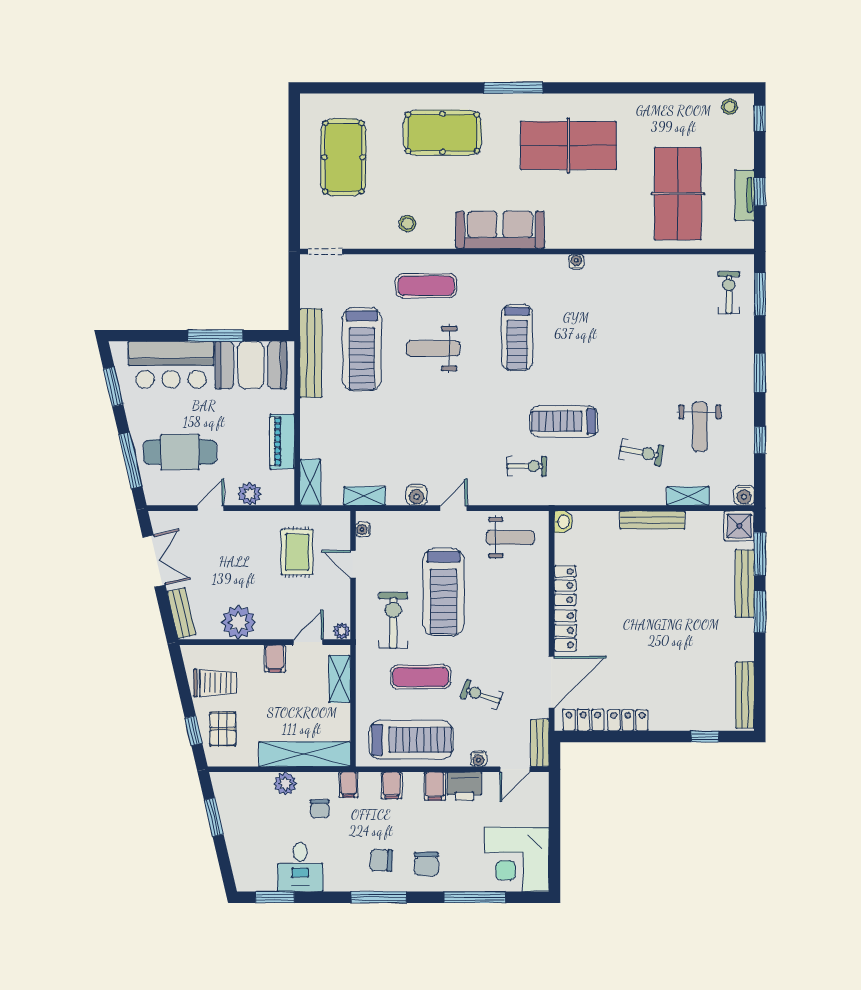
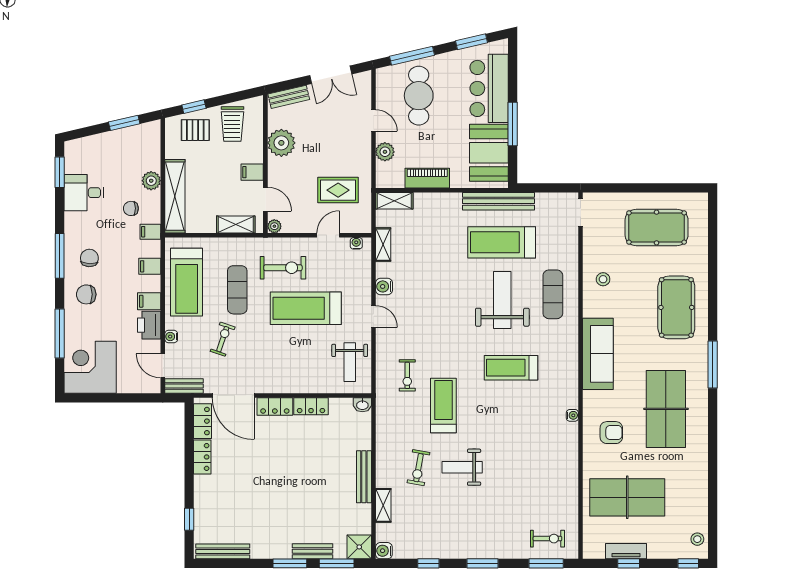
armchair: (598, 213) -> (611, 433), added
weight bench: (433, 348) -> (502, 300), width x1.36, depth x1.33
weight bench: (700, 427) -> (462, 467), moved
bench: (745, 584) -> (312, 551), width x0.73

